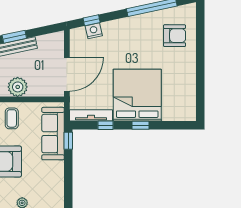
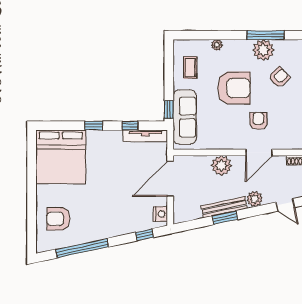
nightstand: (94, 31) -> (160, 214), moved, turned -78
bed: (137, 95) -> (61, 157), moved
coffee table: (12, 118) -> (190, 68), moved

